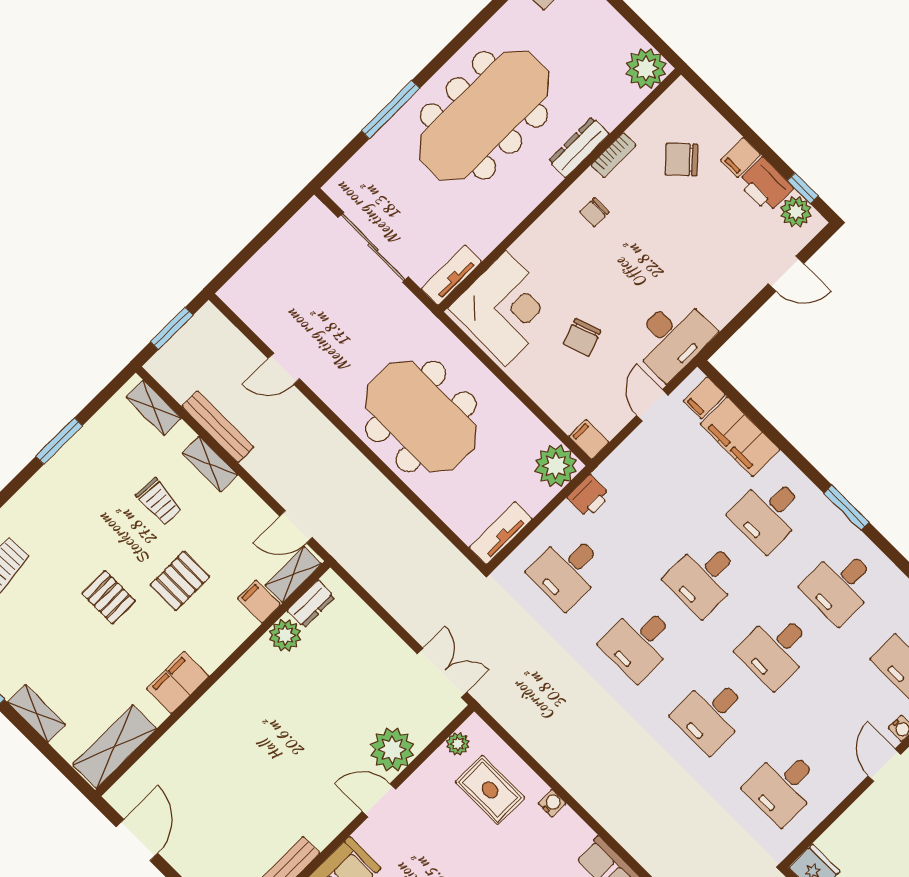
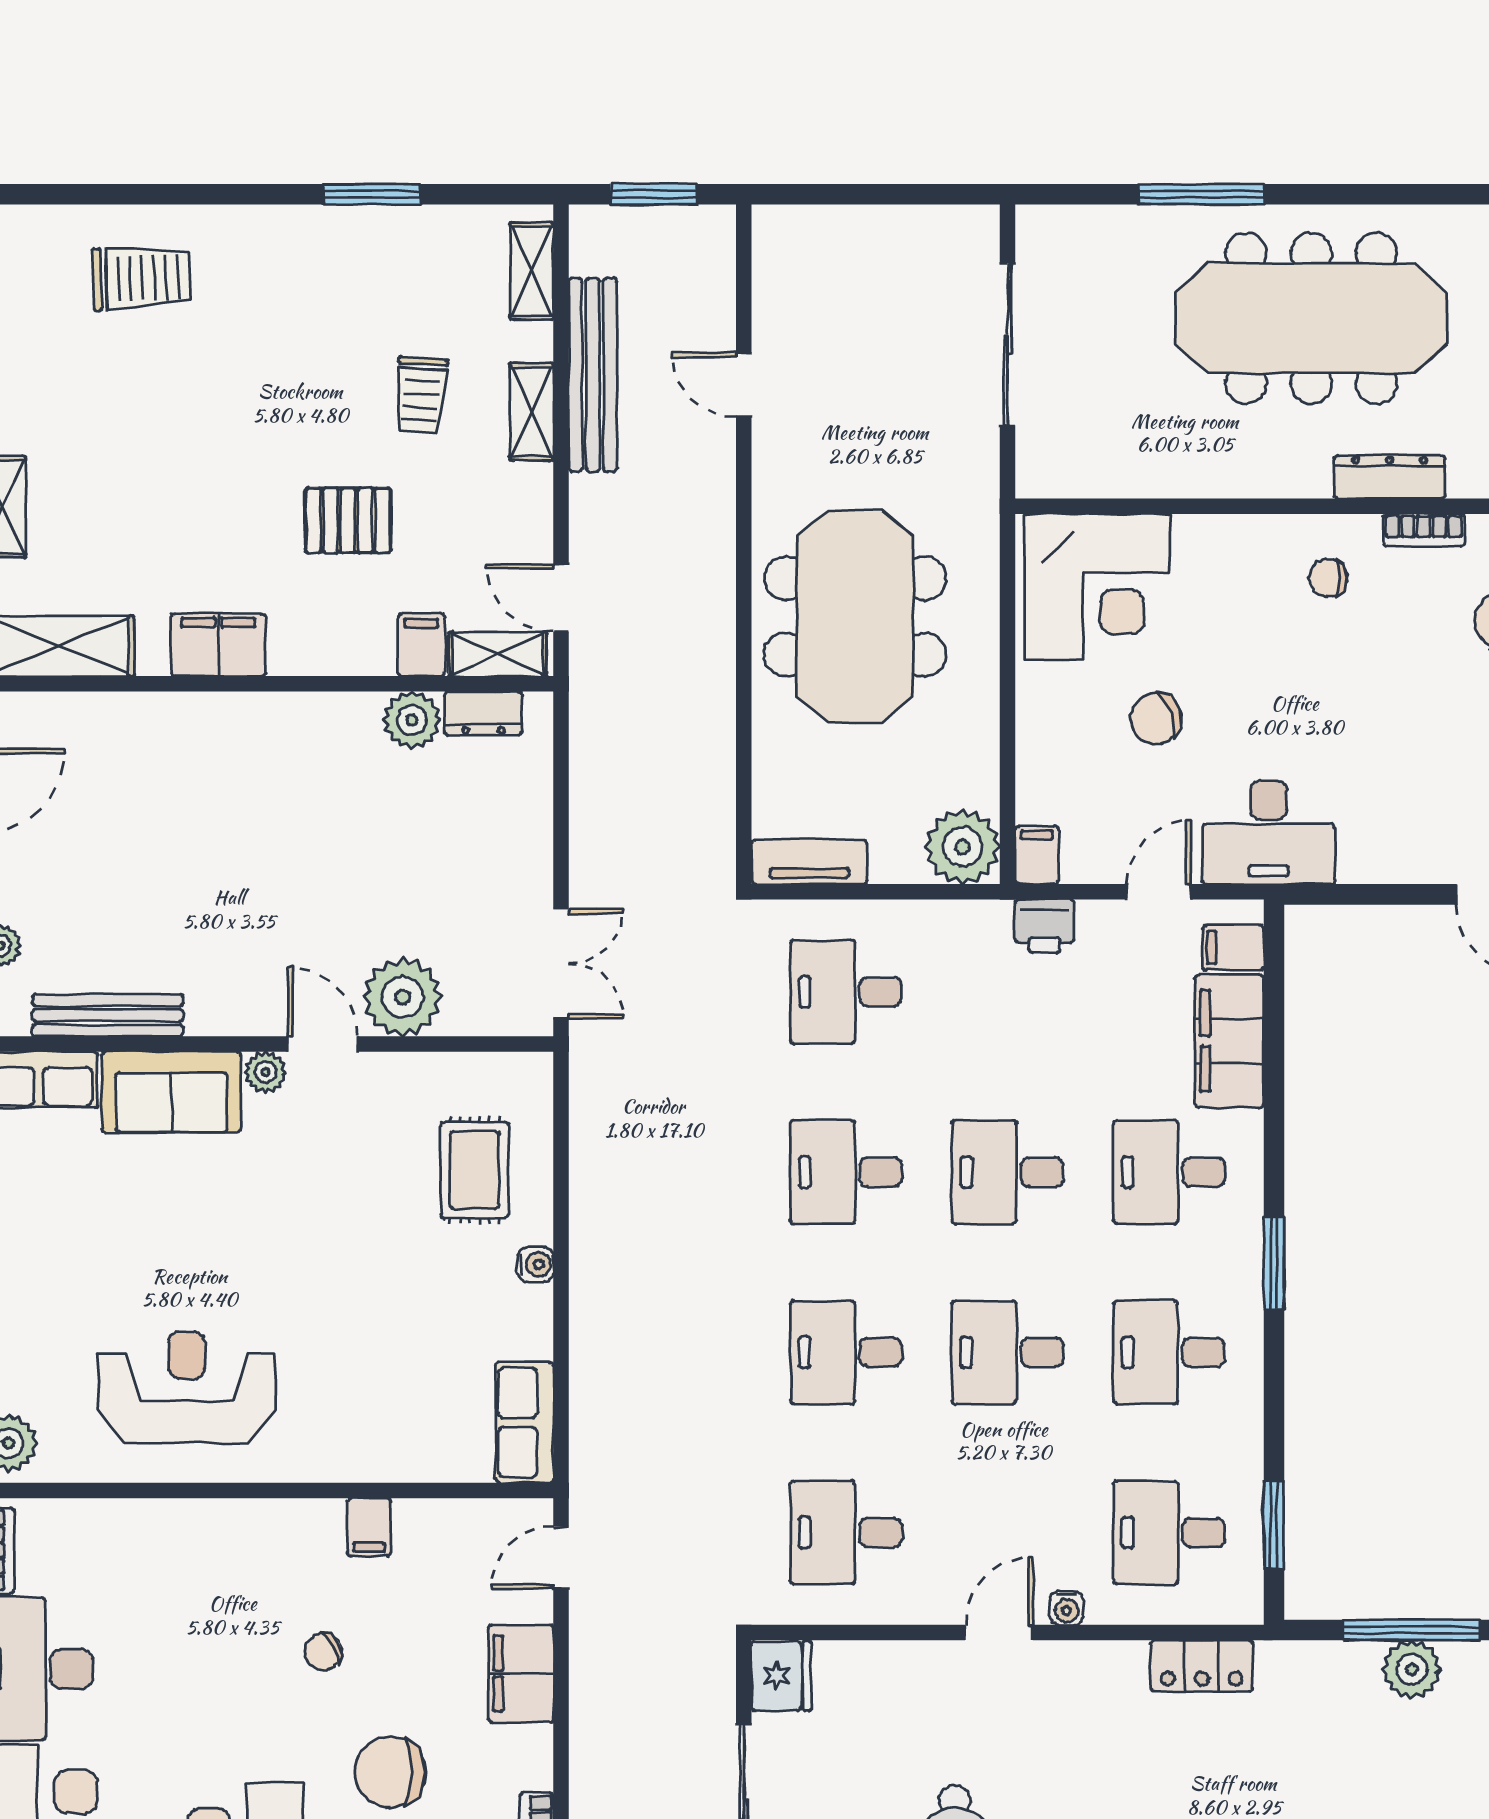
tv unit: (451, 275) -> (1070, 478), removed
bench: (218, 427) -> (593, 375), width x1.37, depth x1.21
printer: (589, 496) -> (1044, 926), moved
pallet: (109, 597) -> (238, 452), removed
plant: (458, 744) -> (266, 1072), moved

